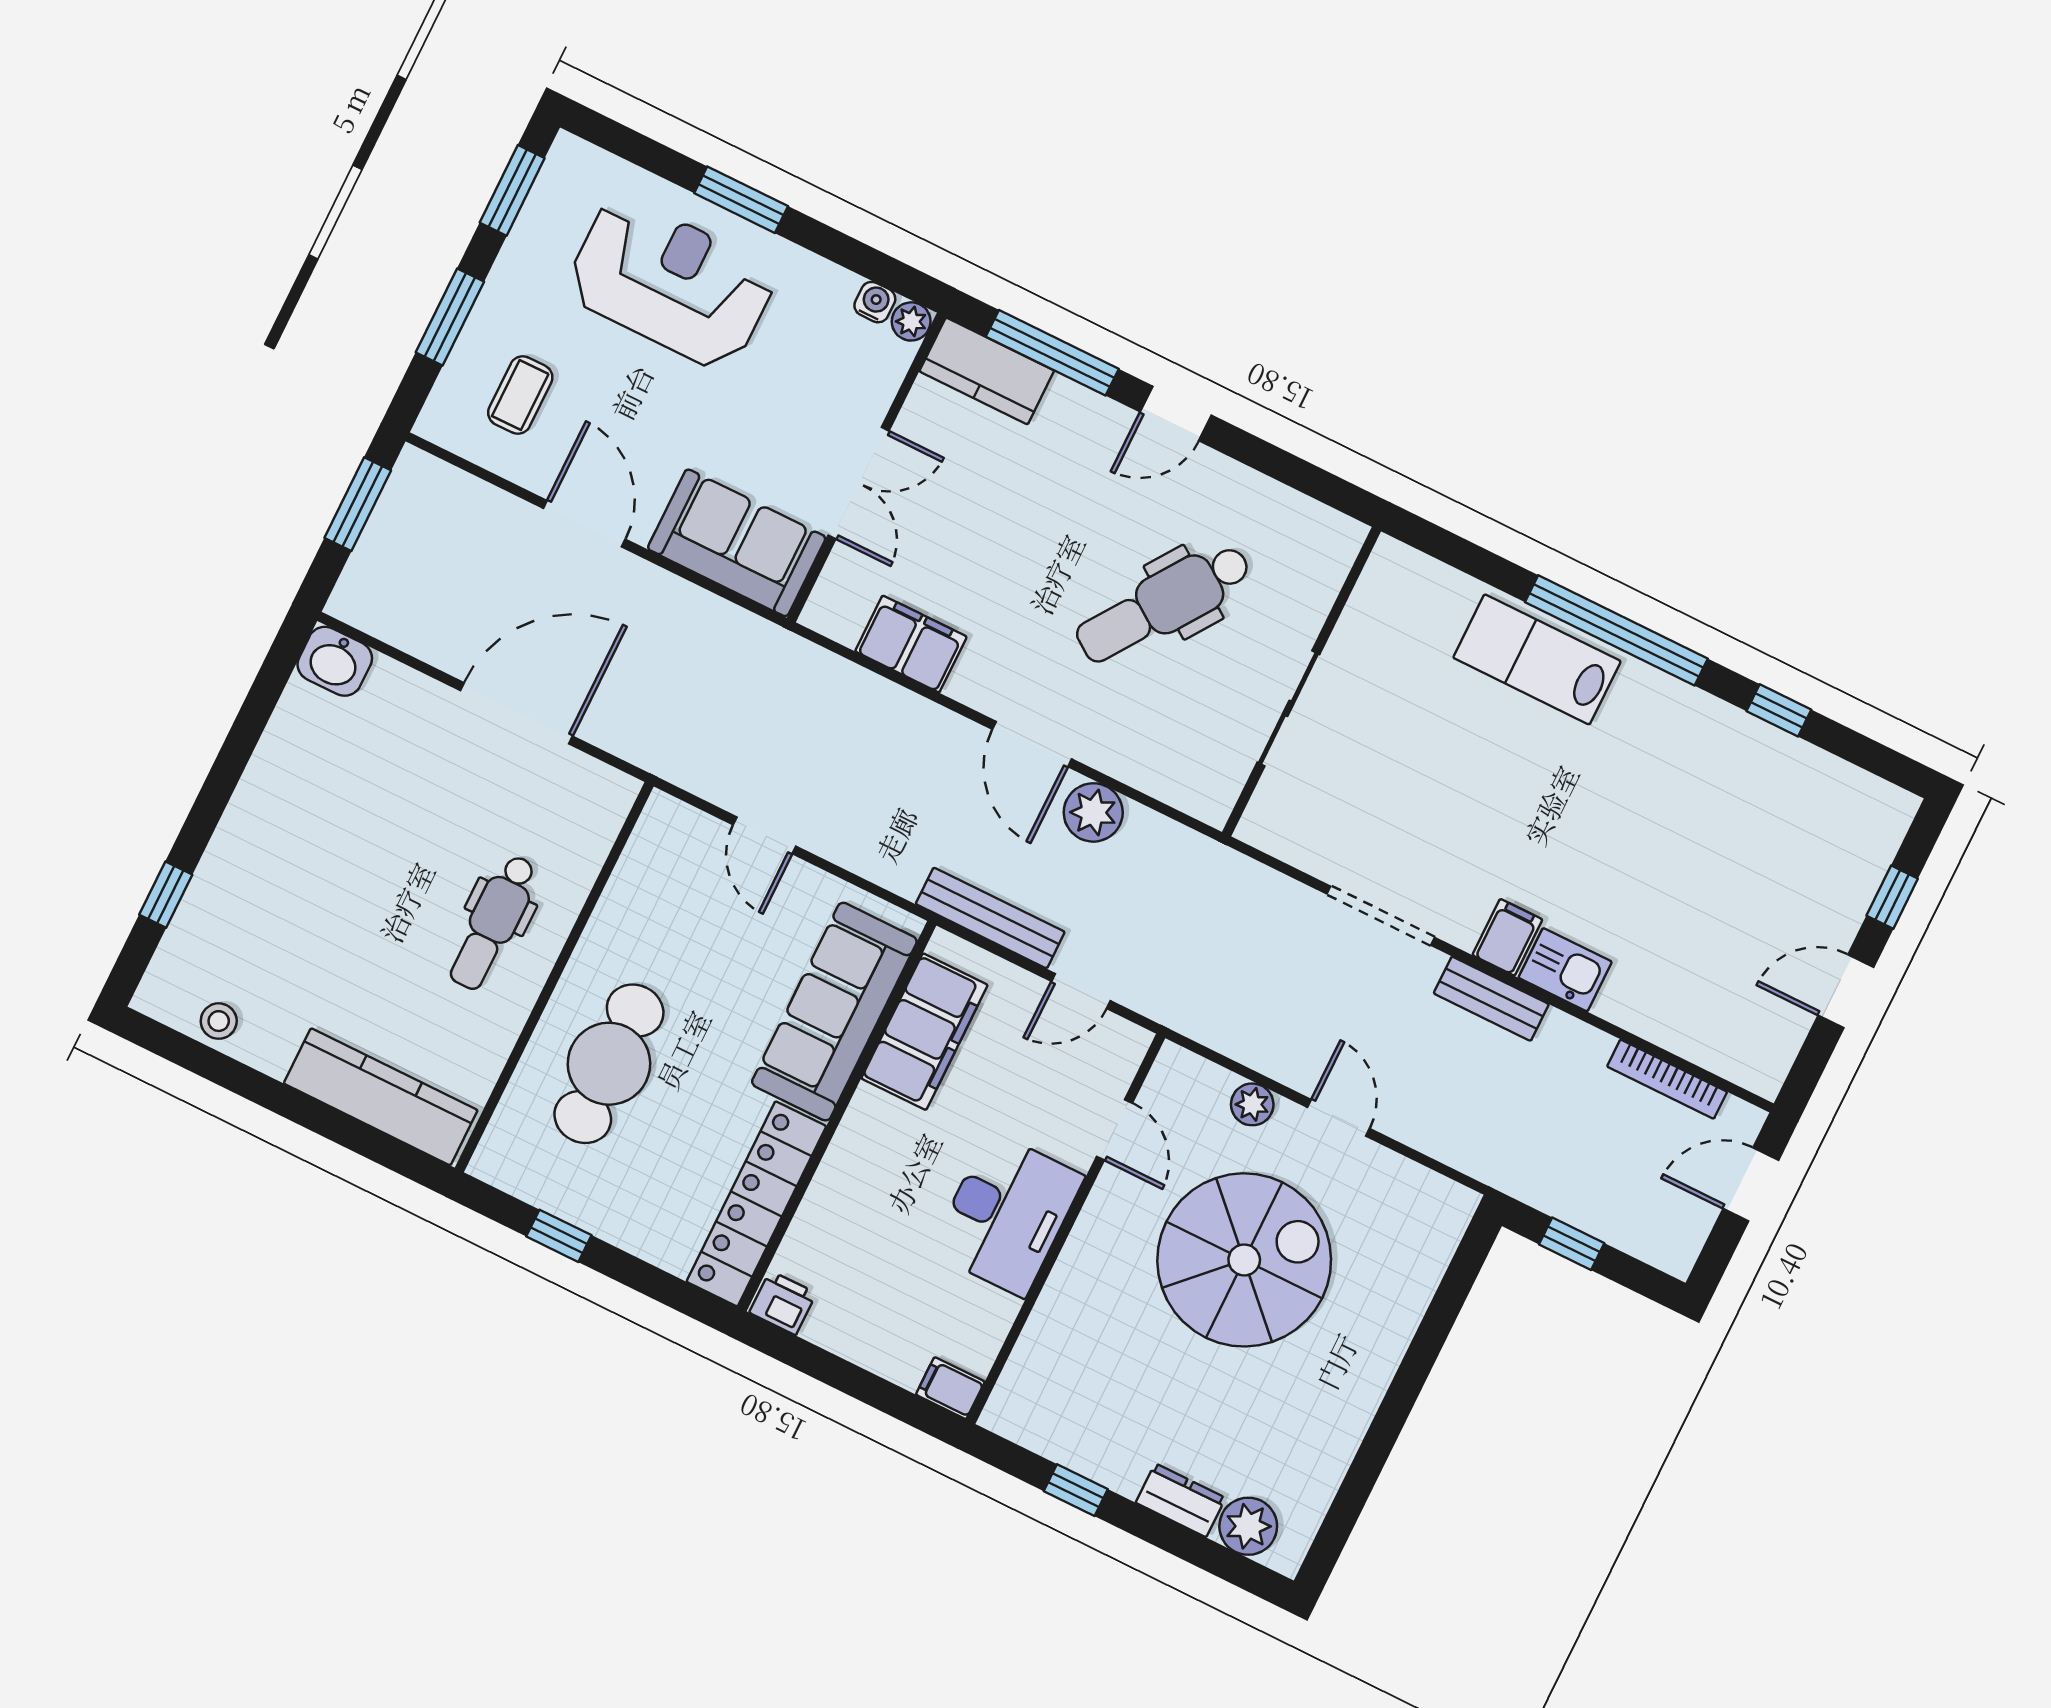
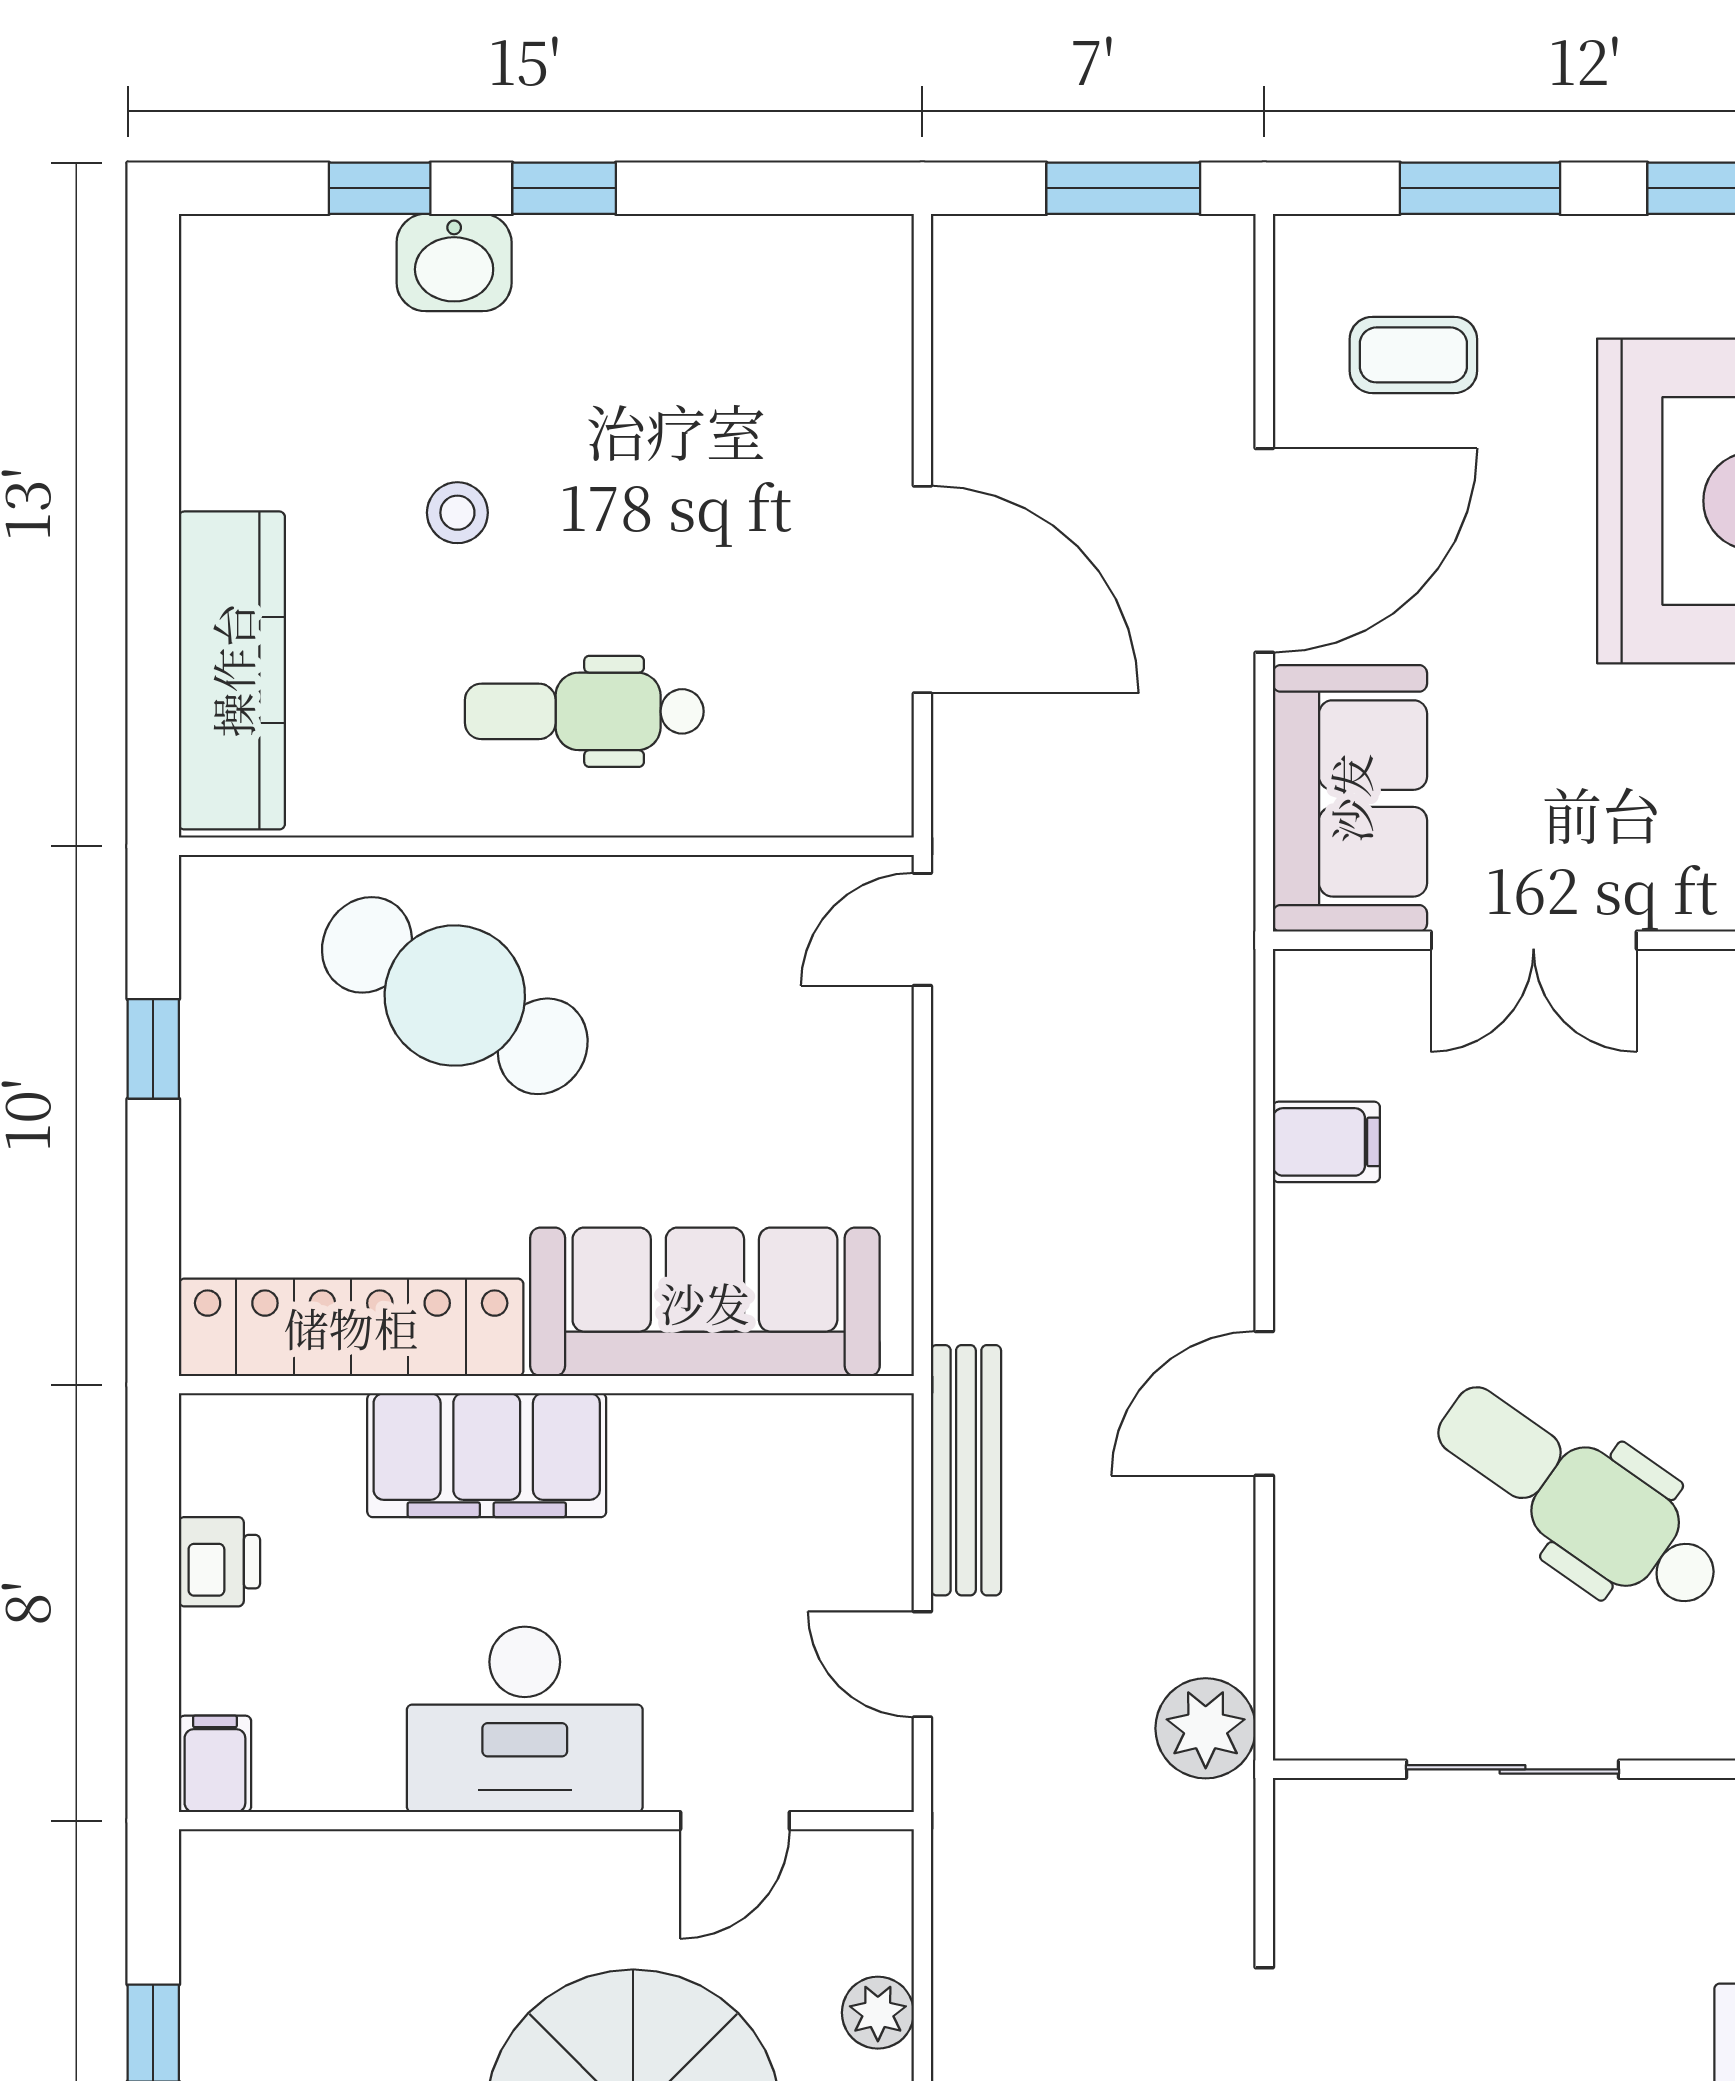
door: (584, 524) -> (1264, 550), width x1.36
filing cabinet: (911, 644) -> (1326, 1142), width x0.50
washbasin: (335, 661) -> (454, 263), moved, turned -90
window: (213, 798) -> (564, 188), added
plant: (1093, 812) -> (1206, 1728), moved
door: (765, 835) -> (922, 929), moved
stool: (219, 1021) -> (457, 513), moved
filing cabinet: (924, 1032) -> (487, 1455), moved
cafe table: (609, 1064) -> (455, 996), turned 30
printer: (783, 1303) -> (219, 1562), moved

